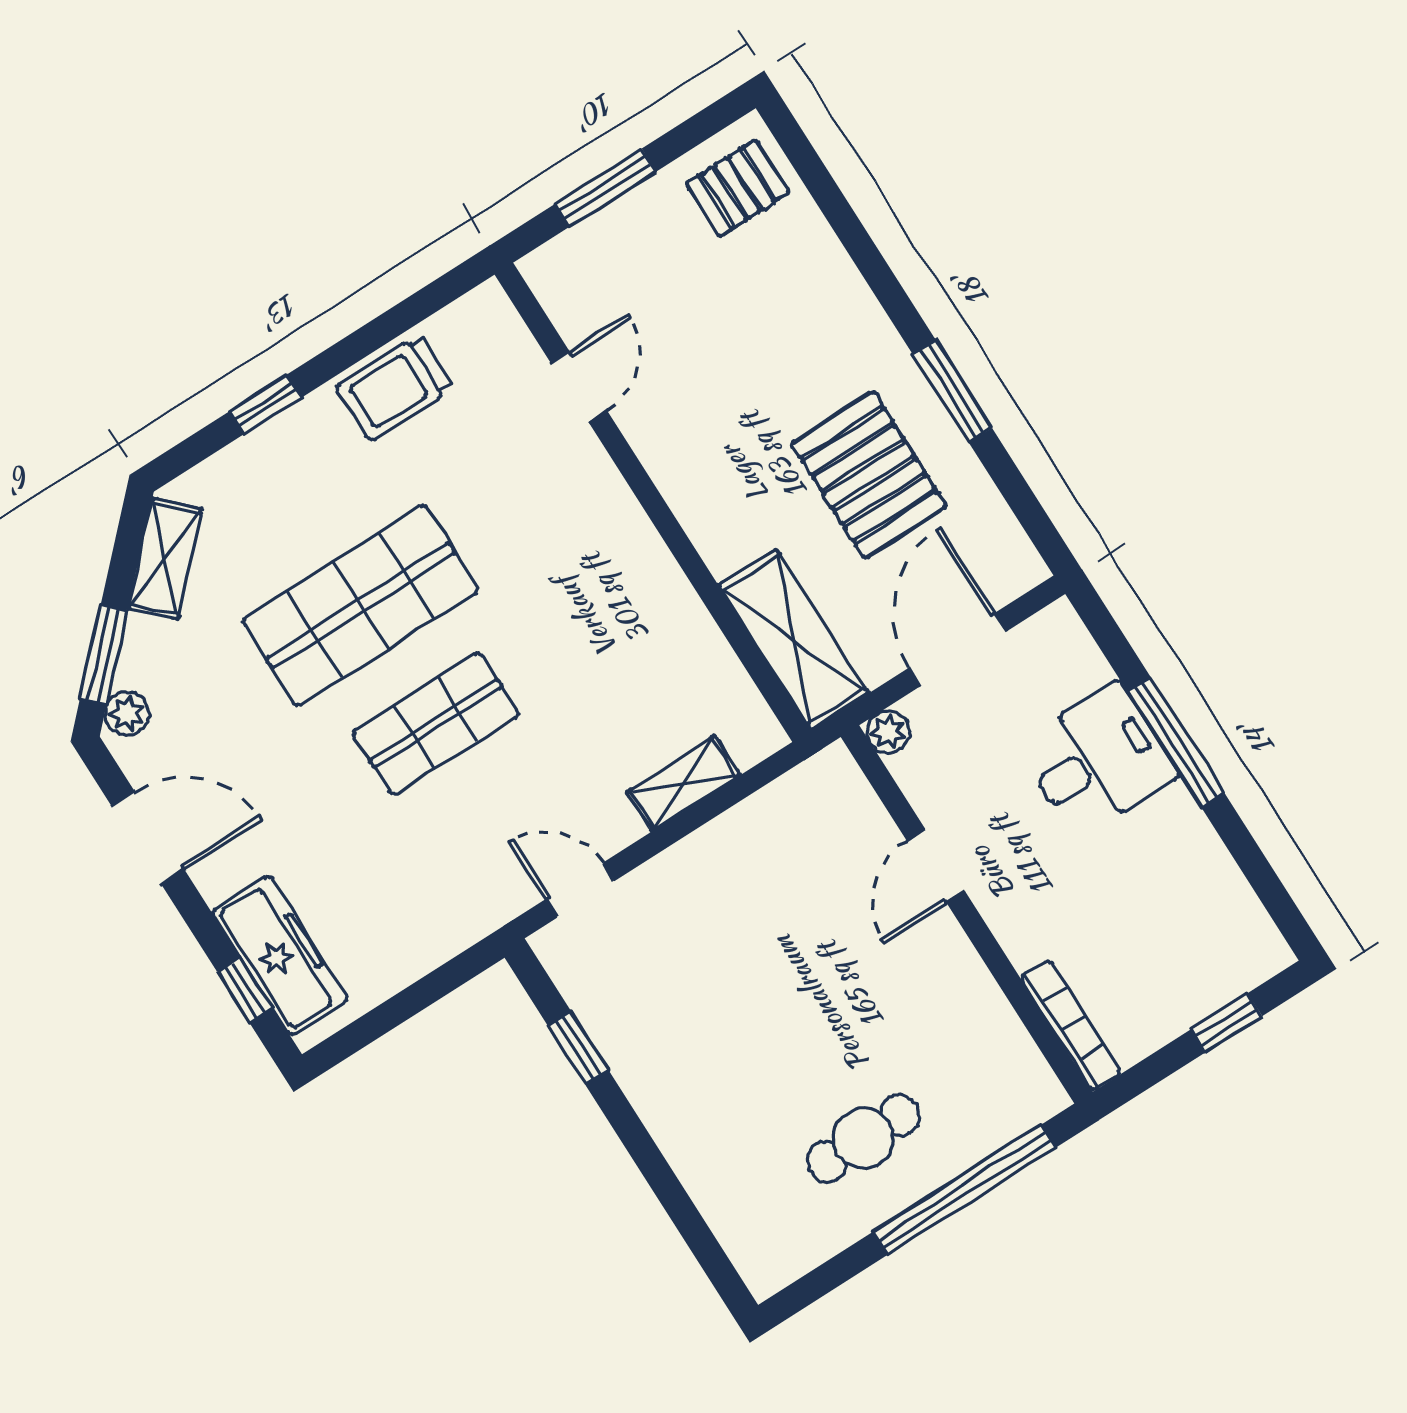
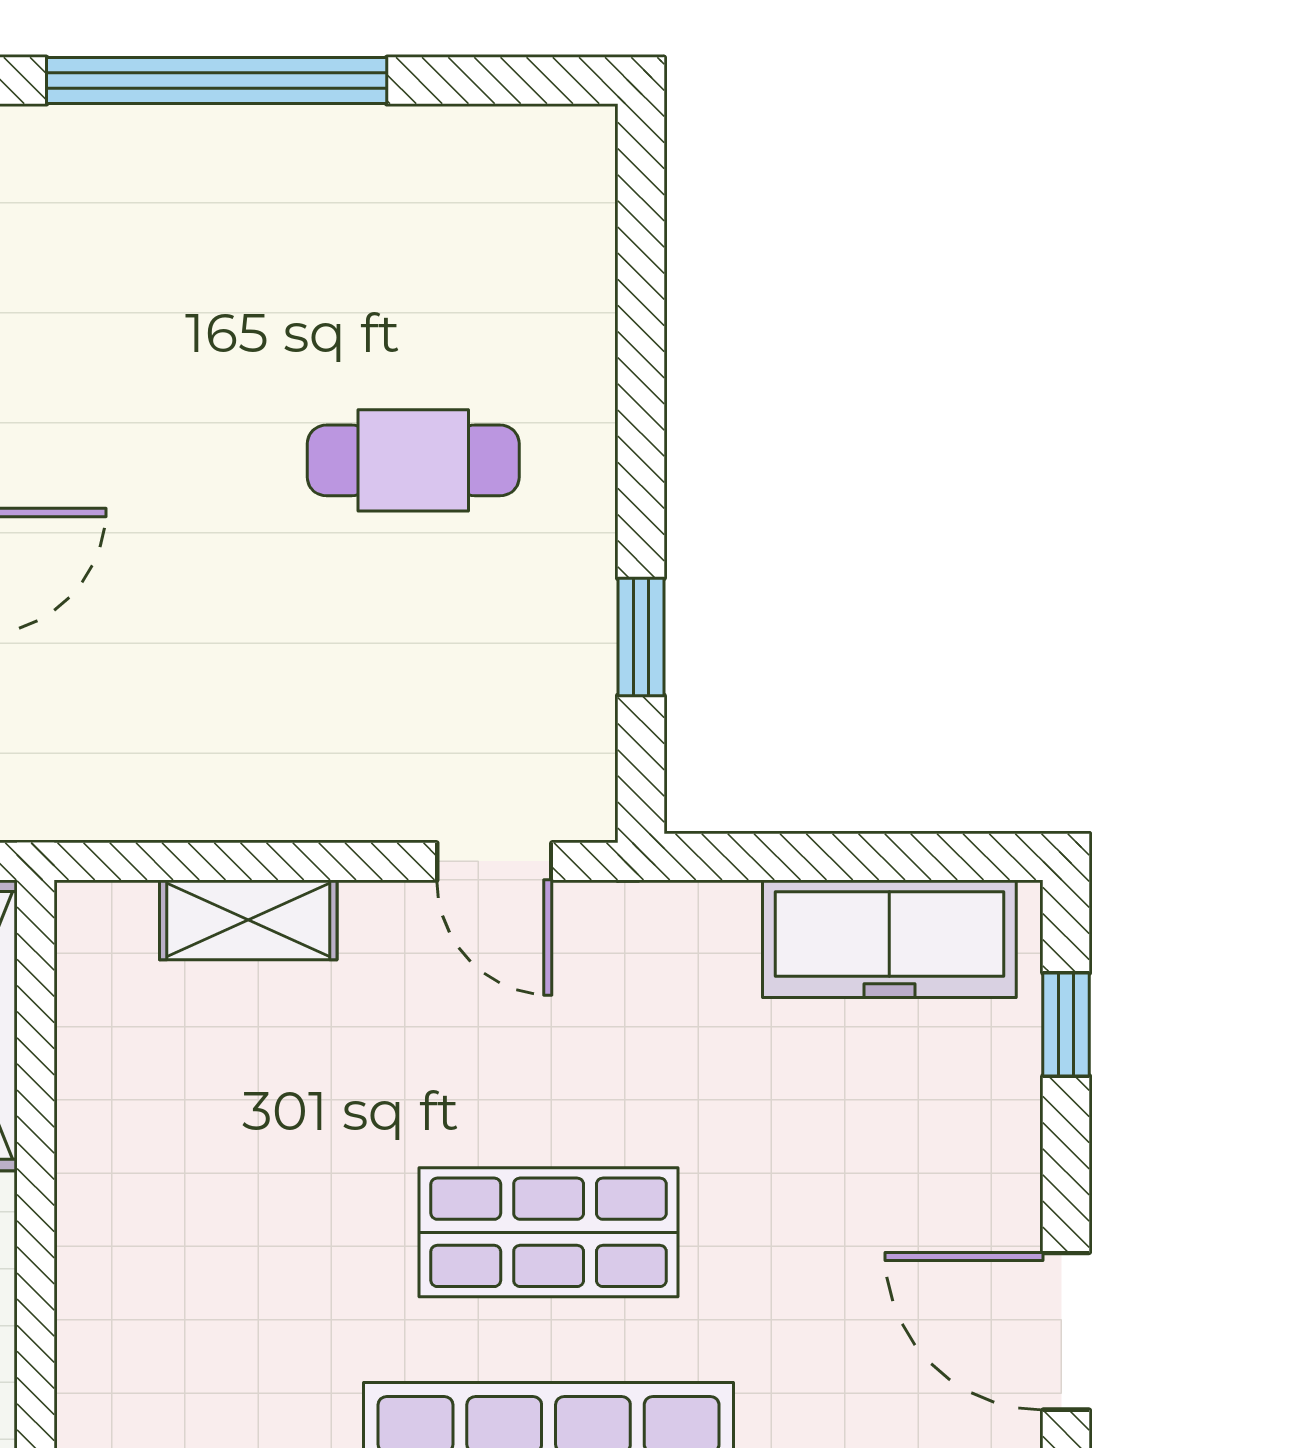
freezer: (280, 956) -> (889, 939), moved, turned -90
cafe table: (863, 1138) -> (413, 460), moved

